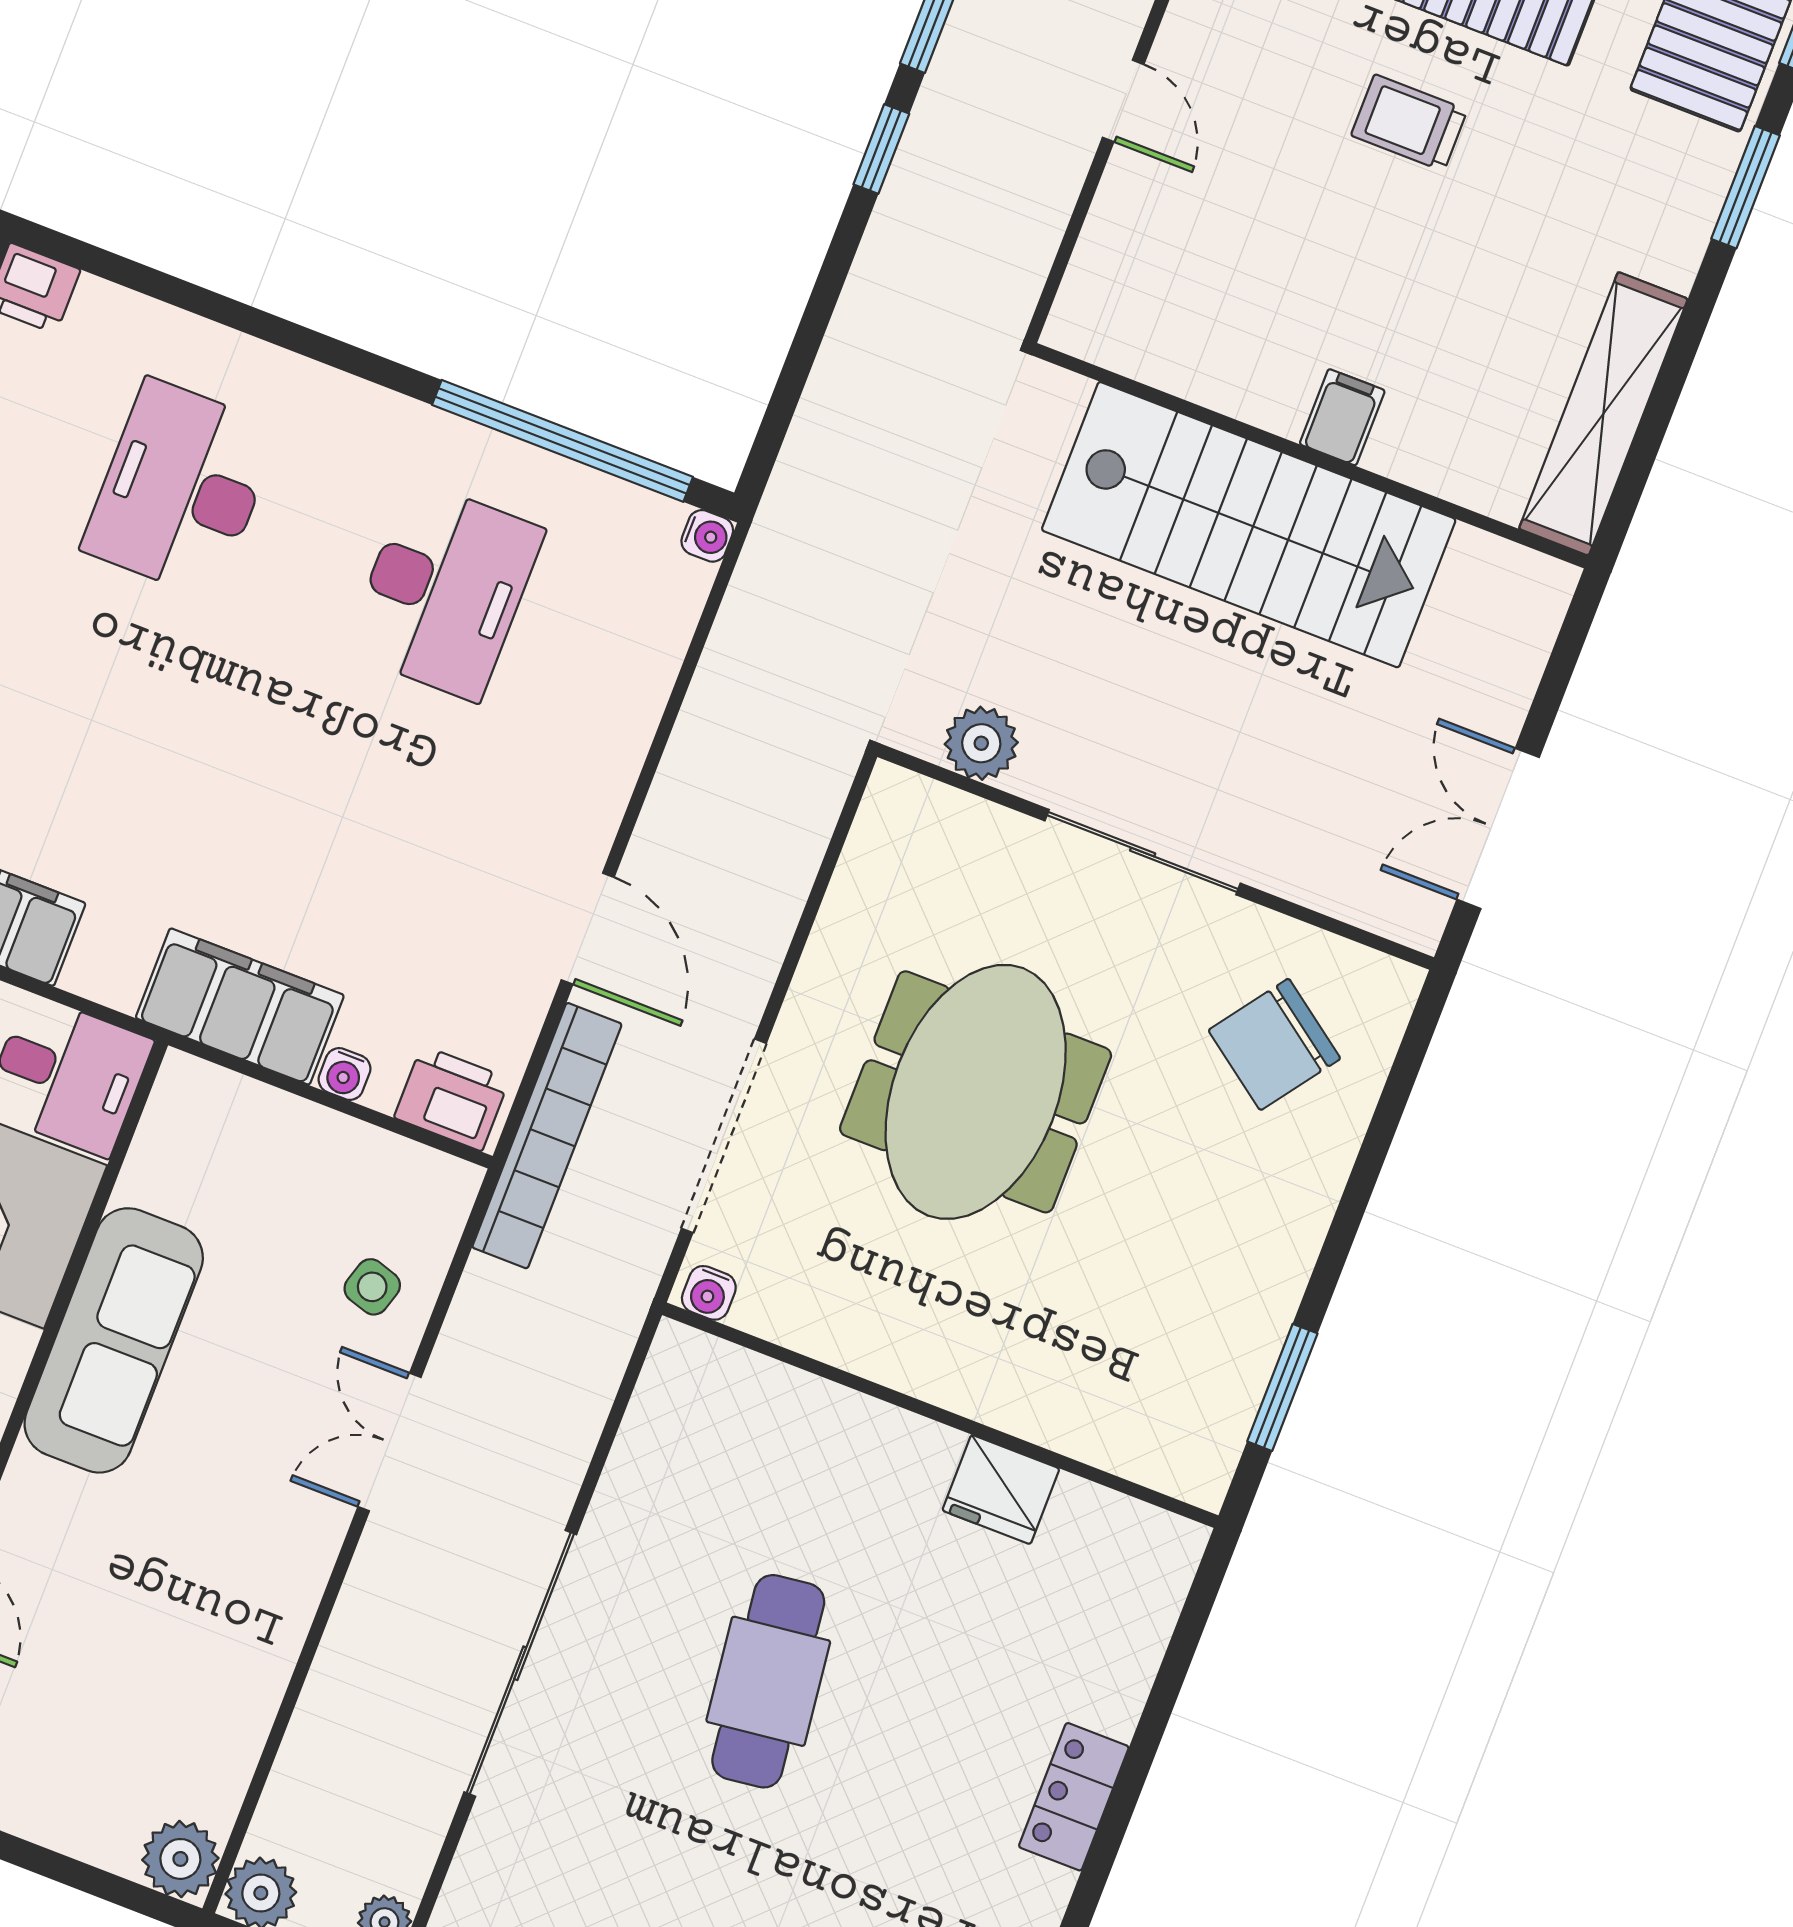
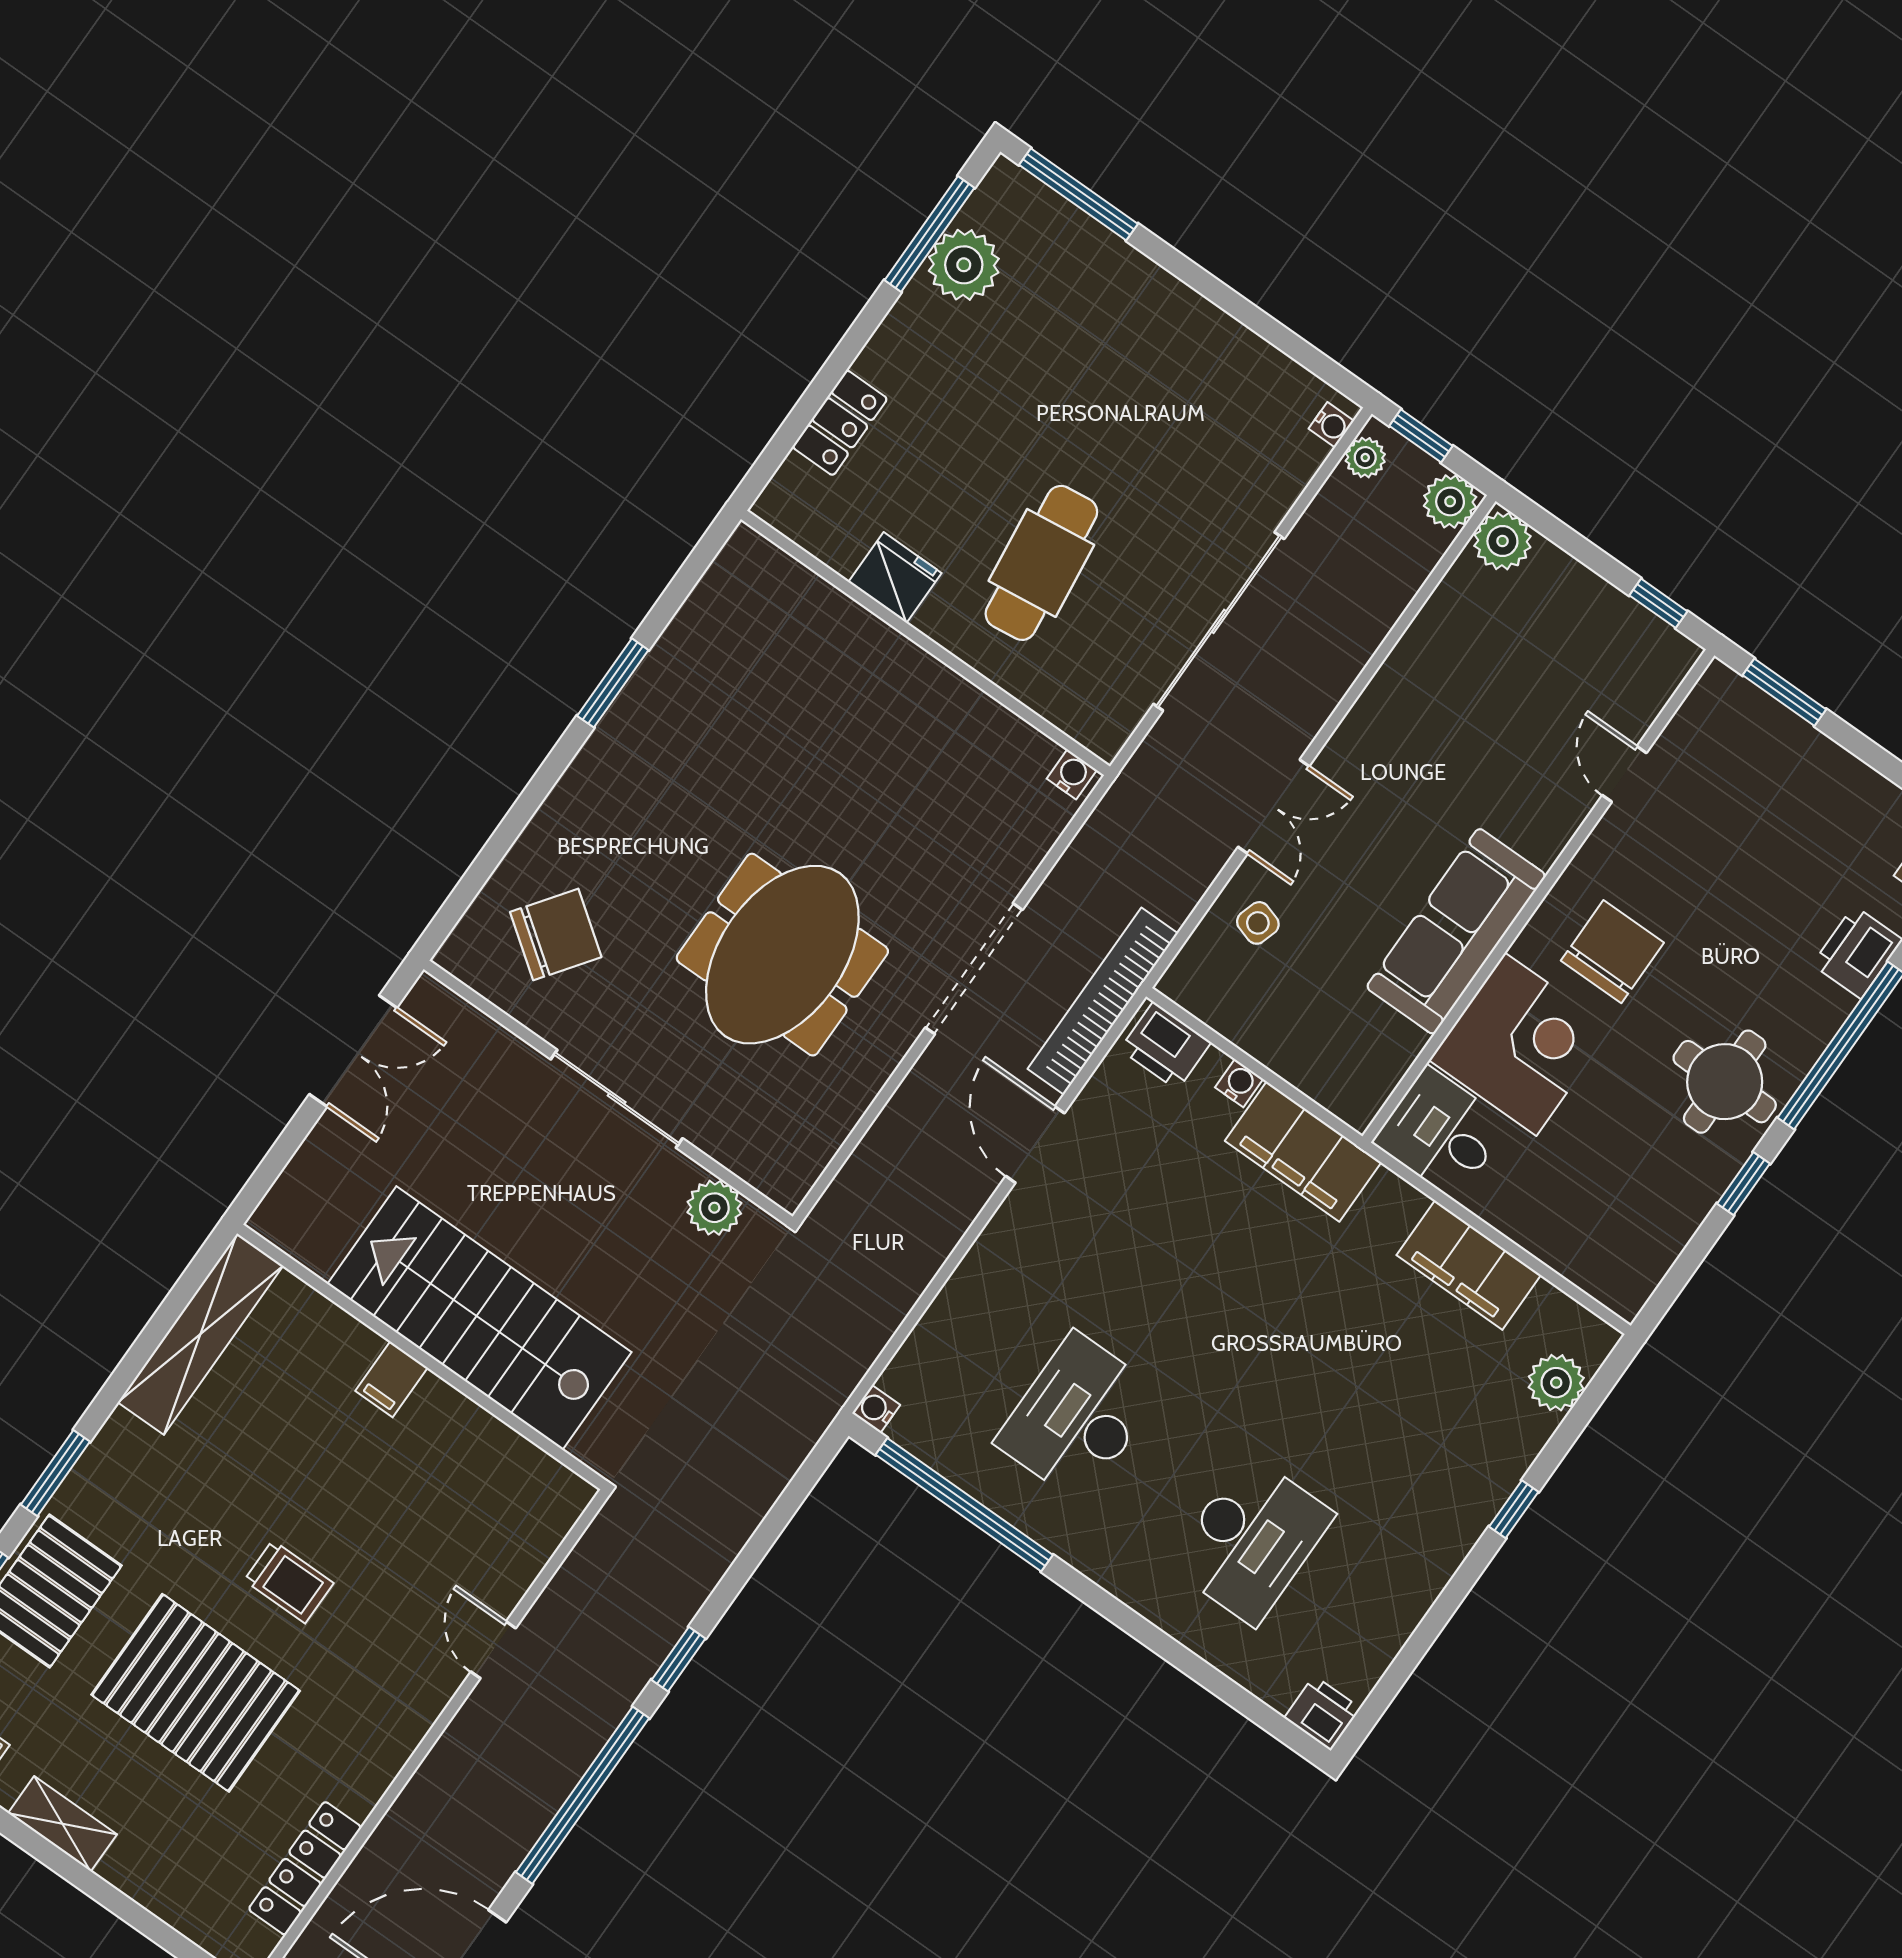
water cooler: (709, 1293) -> (1072, 774), moved
wall: (940, 1415) -> (926, 643), moved
fridge: (1001, 1489) -> (895, 578), moved

